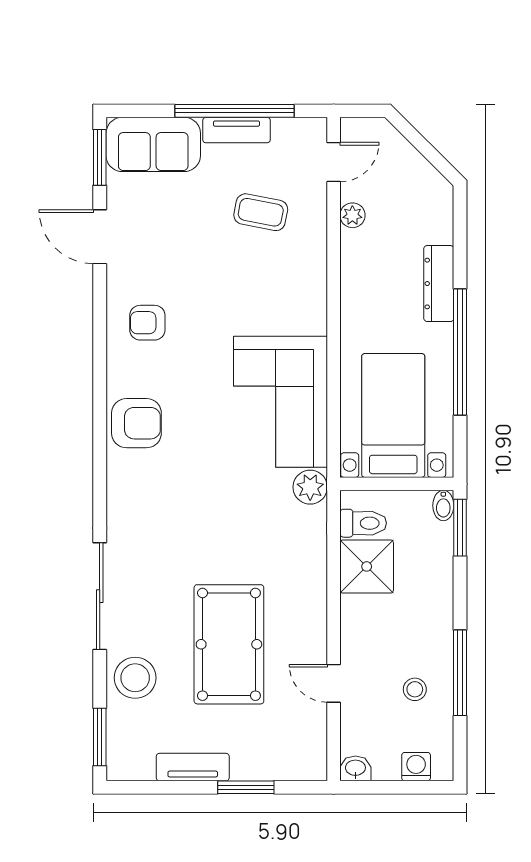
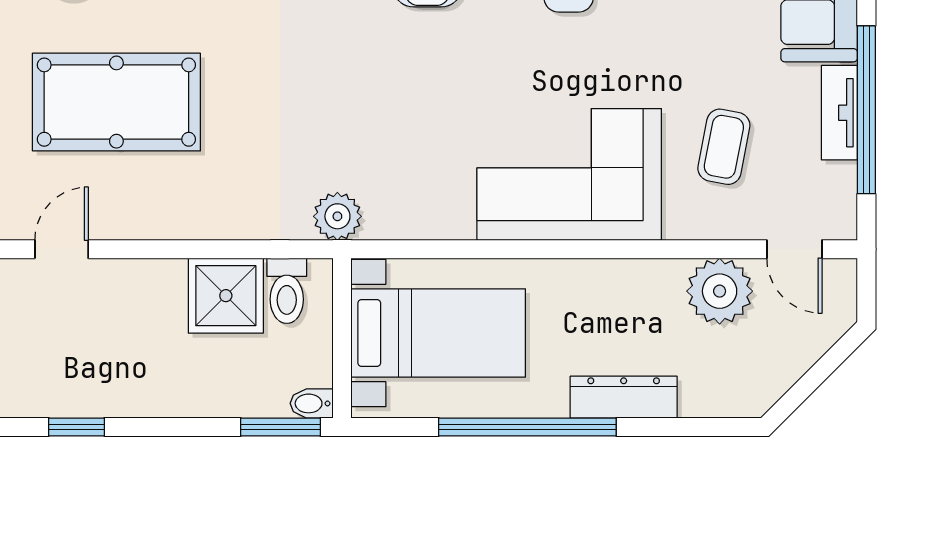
plant: (352, 215) -> (720, 291), width x1.88, depth x1.88
corner sofa: (280, 402) -> (569, 174), moved
window: (460, 673) -> (76, 427), width x0.46
stool: (415, 689) -> (53, 363), removed

